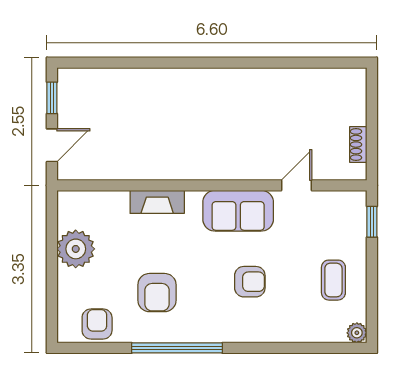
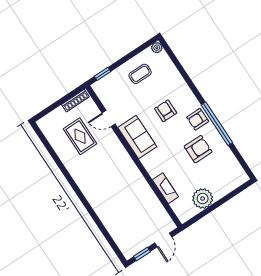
rug: (298, 123) -> (80, 136), added
door: (52, 145) -> (163, 240), swing flipped
shoe rack: (358, 145) -> (75, 101), width x1.43
fireplace: (157, 202) -> (165, 188), moved
armchair: (97, 324) -> (198, 119), moved

